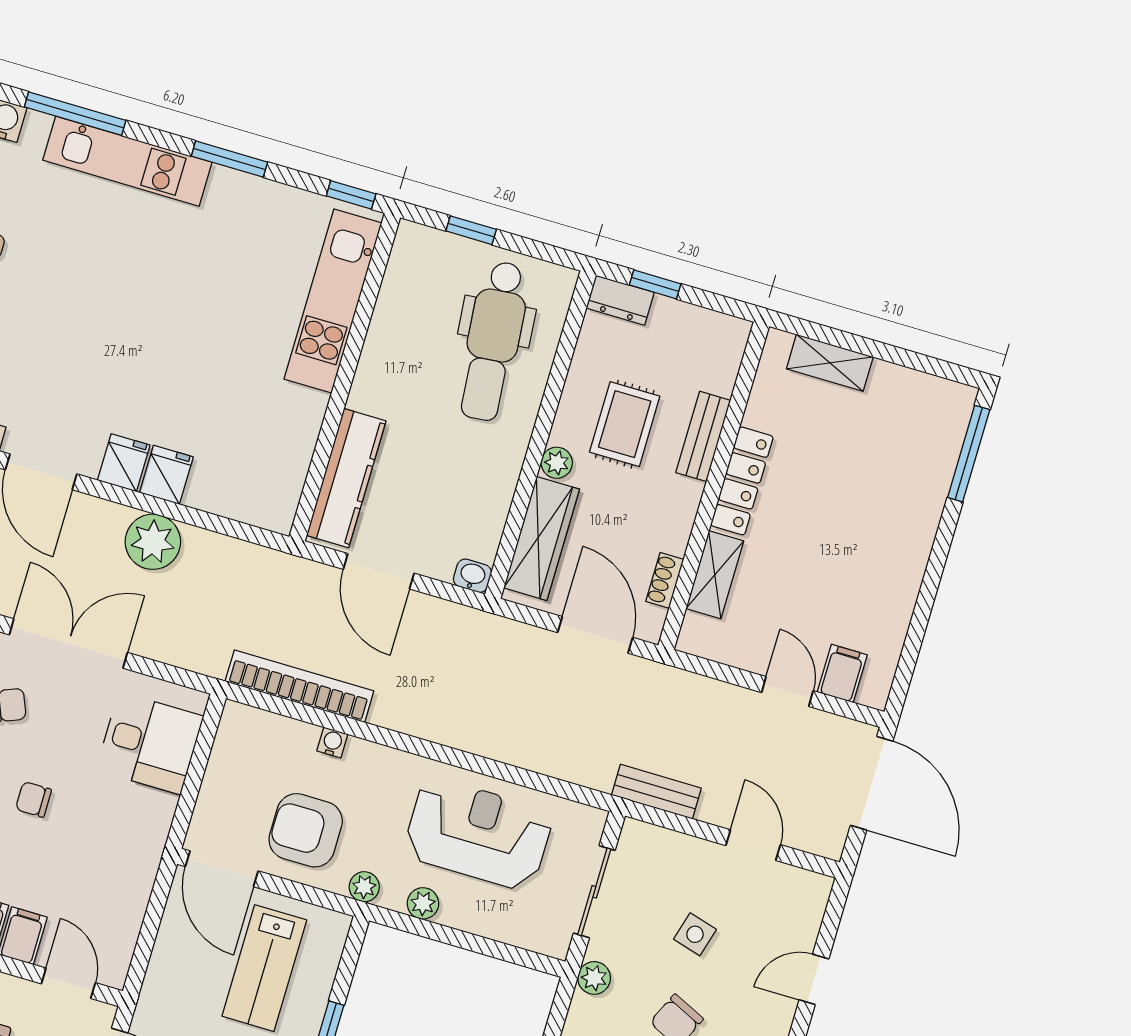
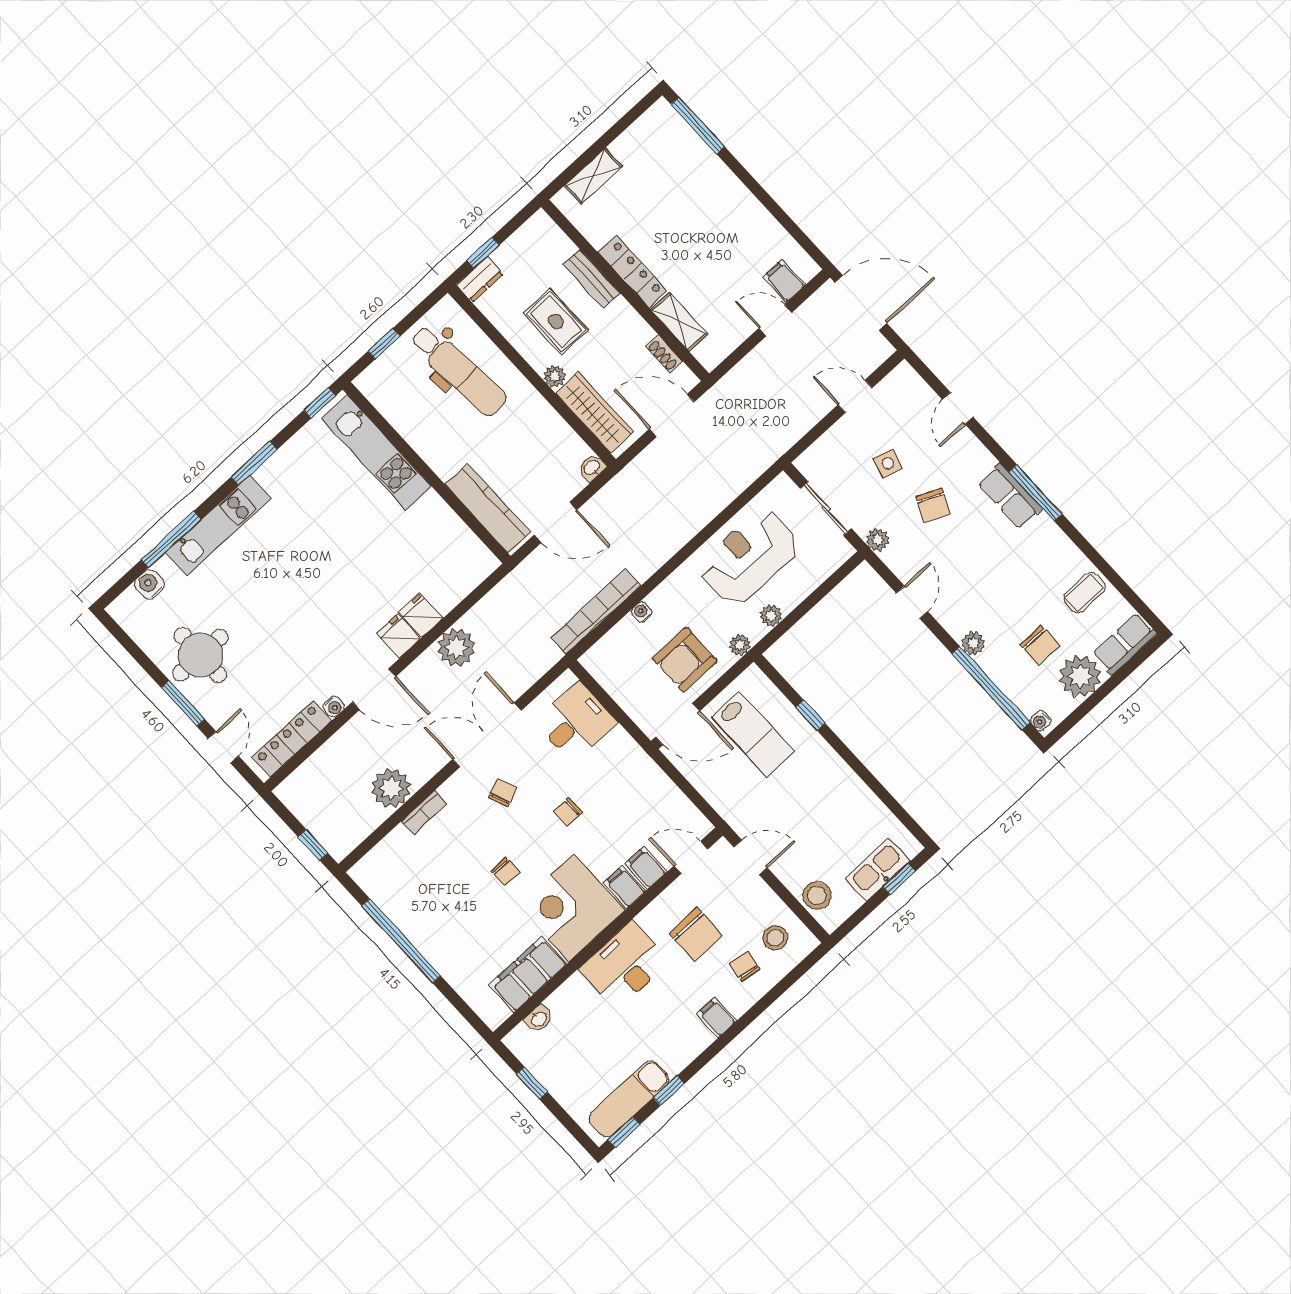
bench: (656, 792) -> (788, 435), removed

